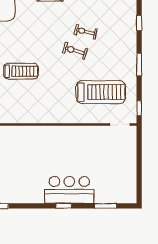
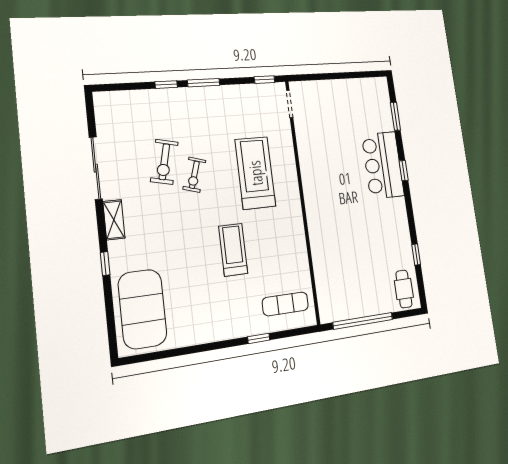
window: (139, 23) -> (166, 85), moved
exercise bike: (86, 32) -> (164, 162), width x1.38, depth x1.39
treadmill: (101, 92) -> (255, 173), moved

